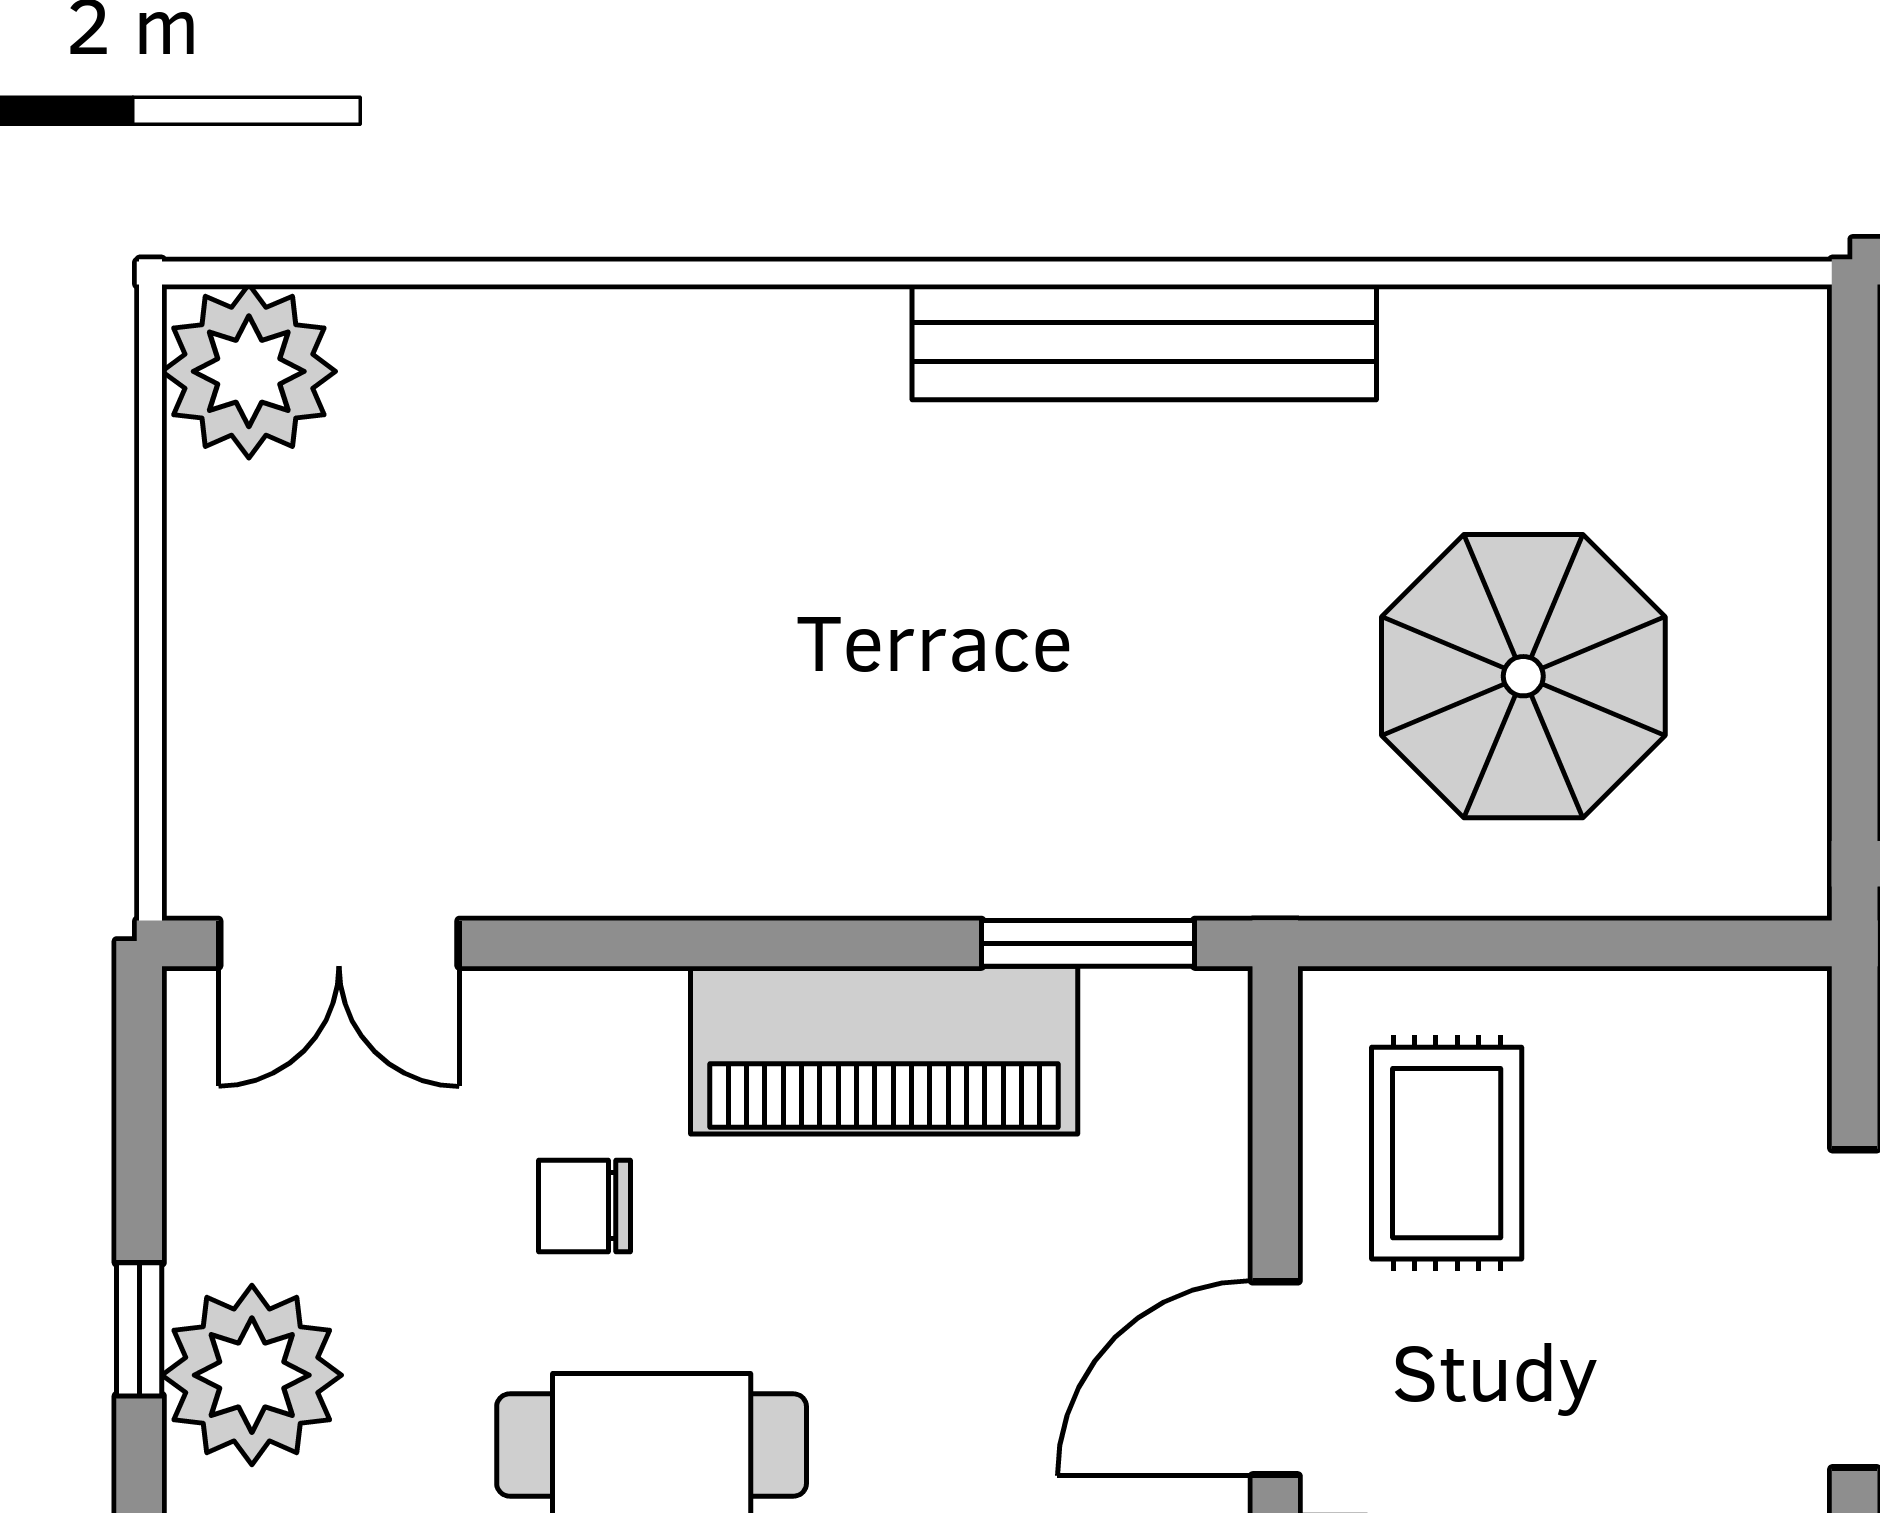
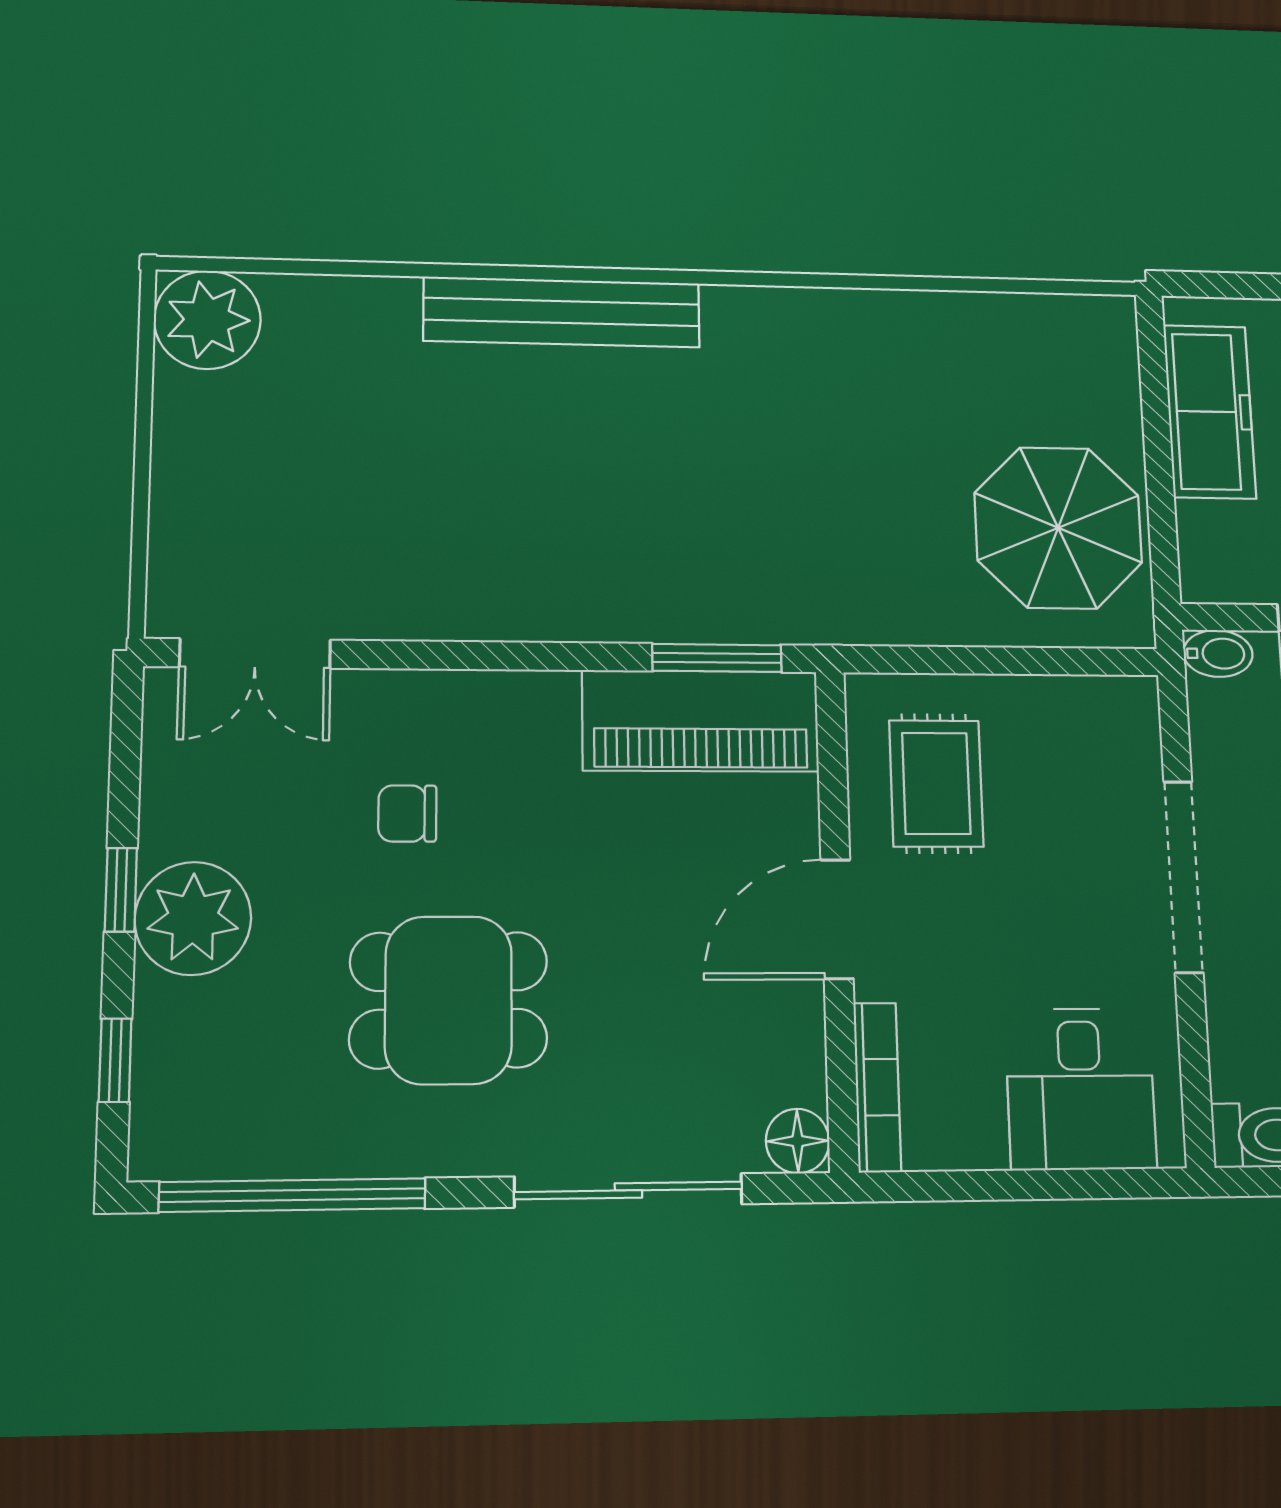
bench: (1144, 342) -> (562, 312), moved
parasol: (1523, 676) -> (1058, 528), moved
piano: (884, 1050) -> (701, 721), moved

